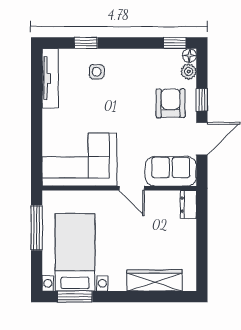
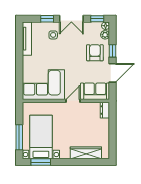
double door: (129, 43) -> (71, 19), added
door: (132, 188) -> (73, 101), swing flipped
window: (37, 228) -> (19, 137), moved

